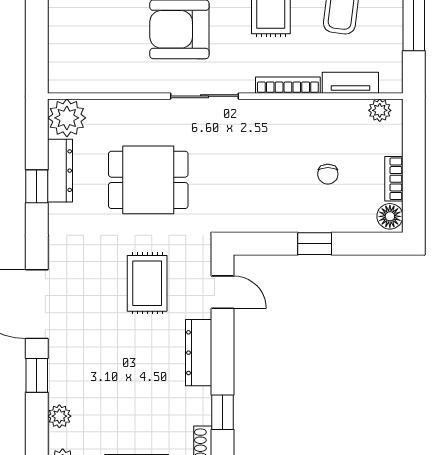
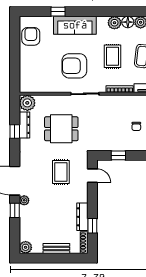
window: (315, 244) -> (118, 155), moved
dresser: (199, 353) -> (82, 217), moved
plant: (59, 416) -> (24, 200), moved

